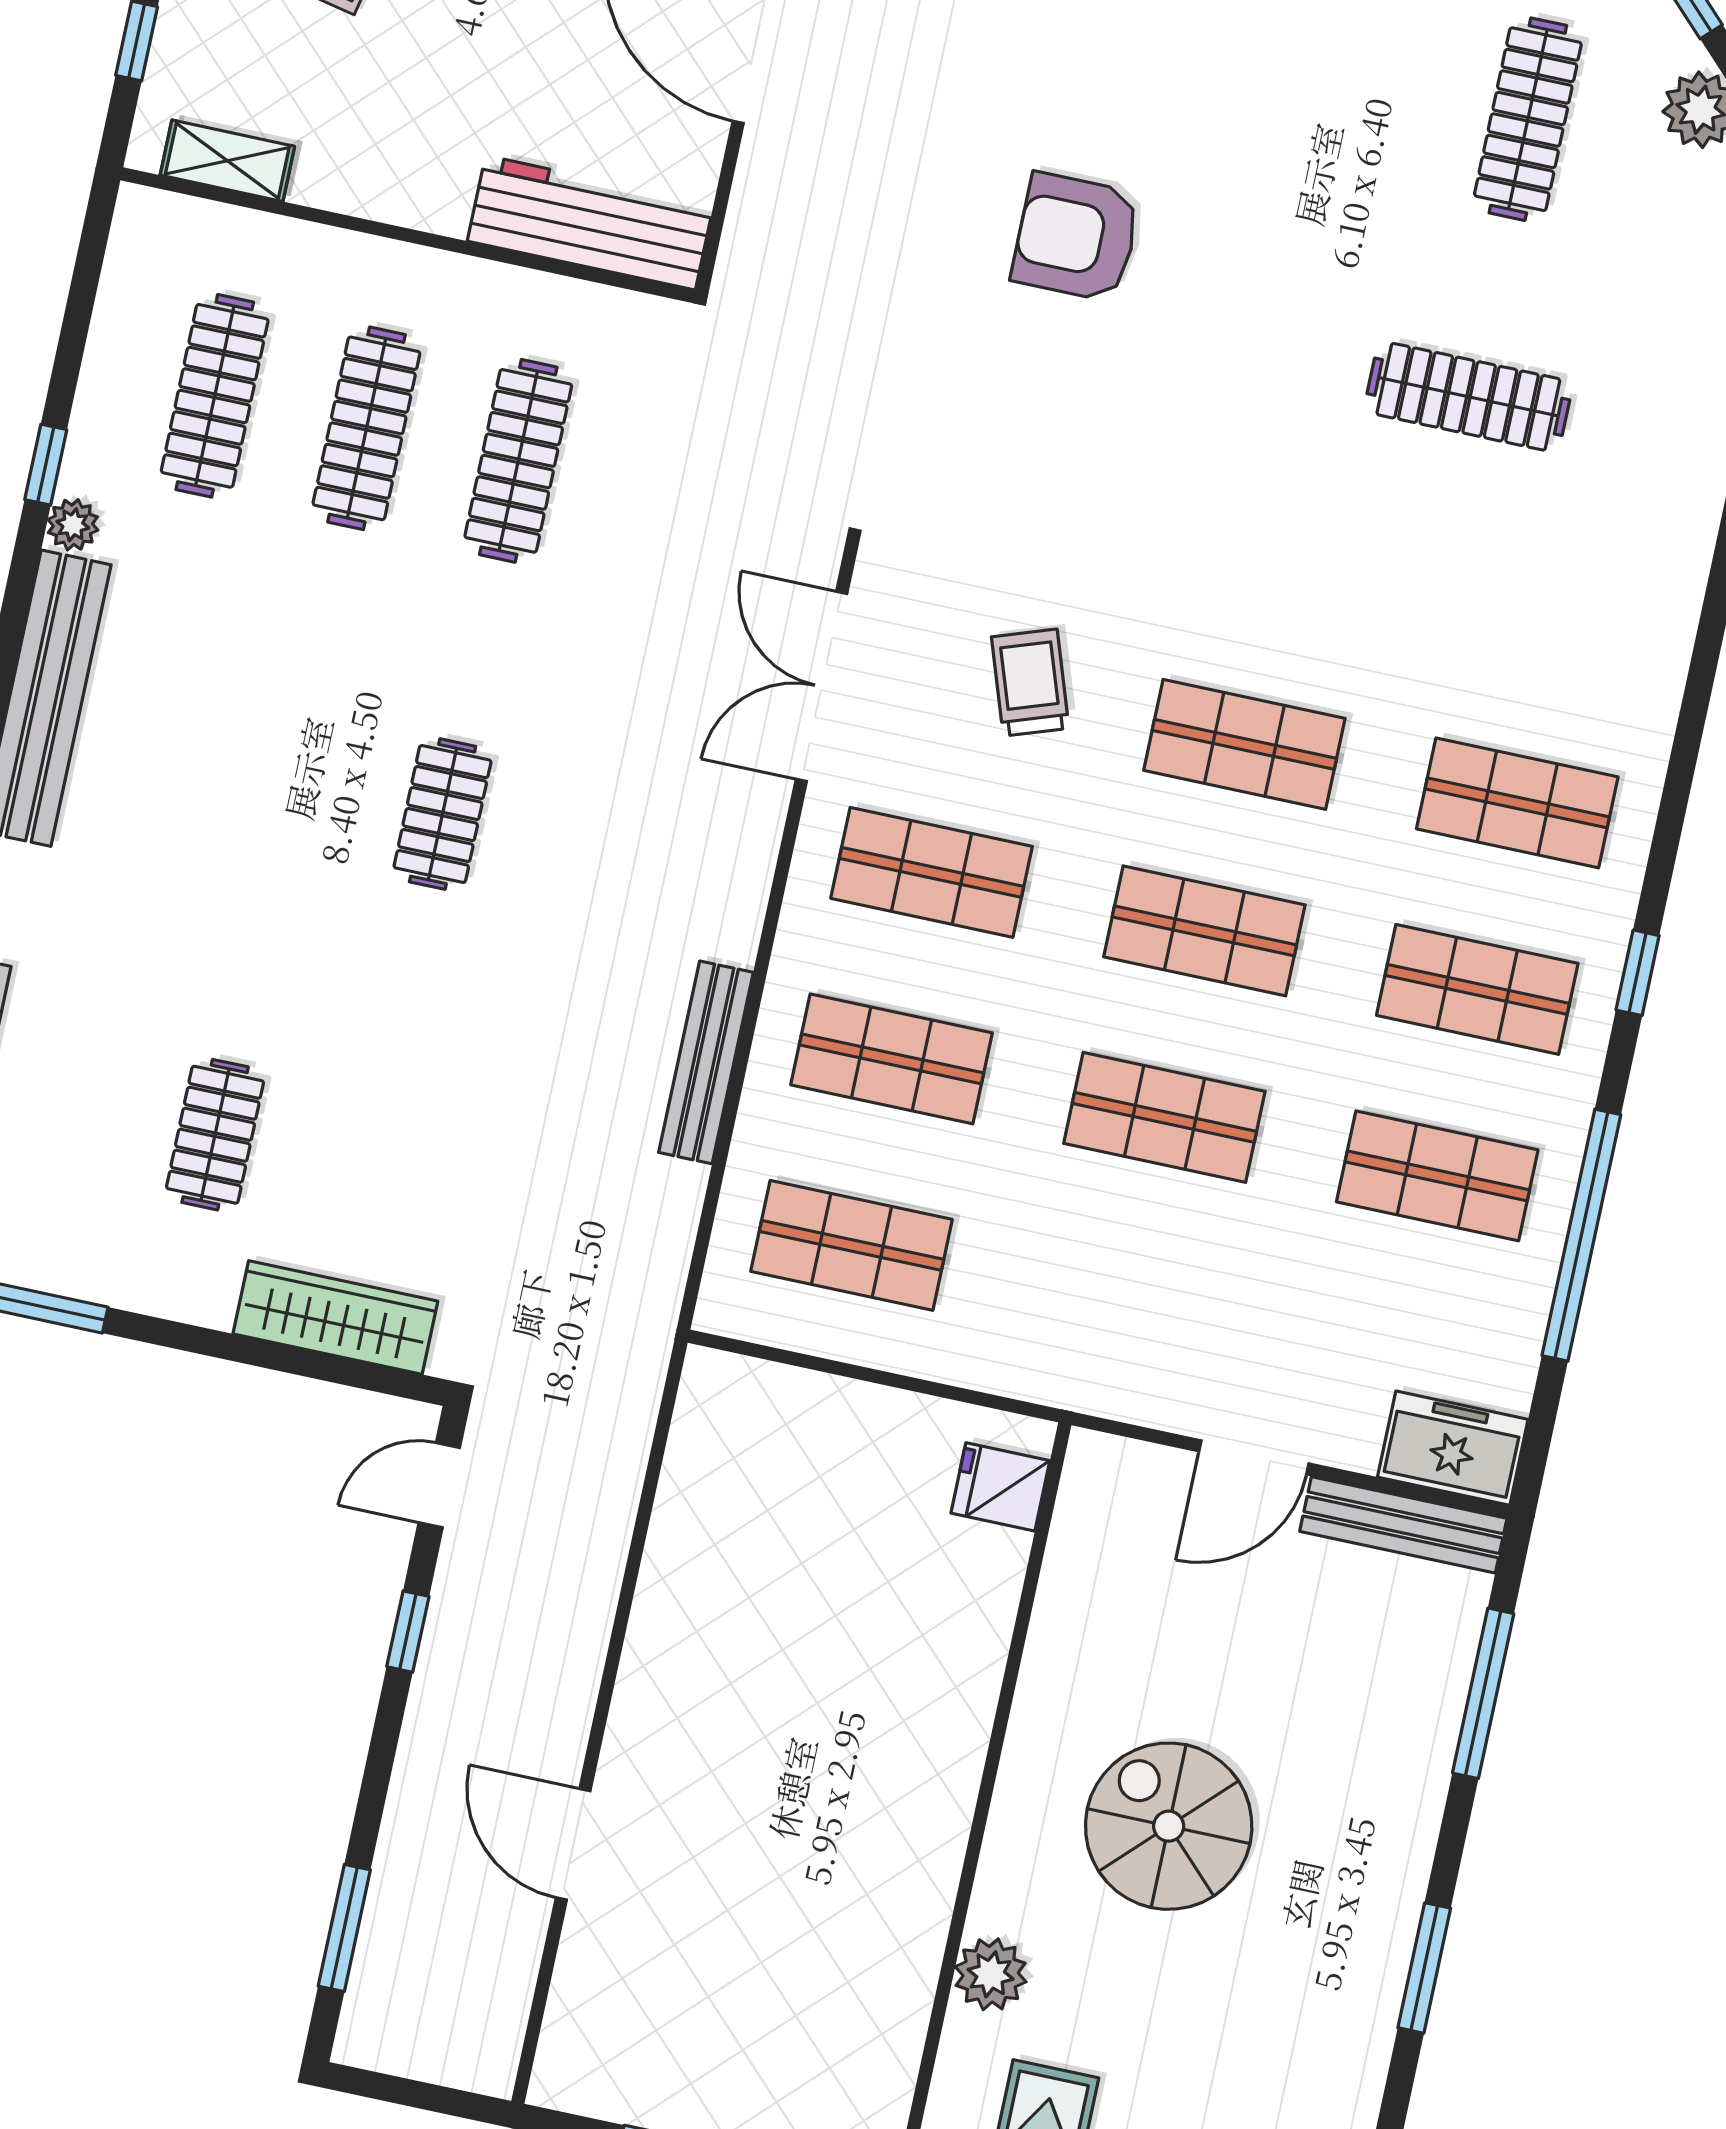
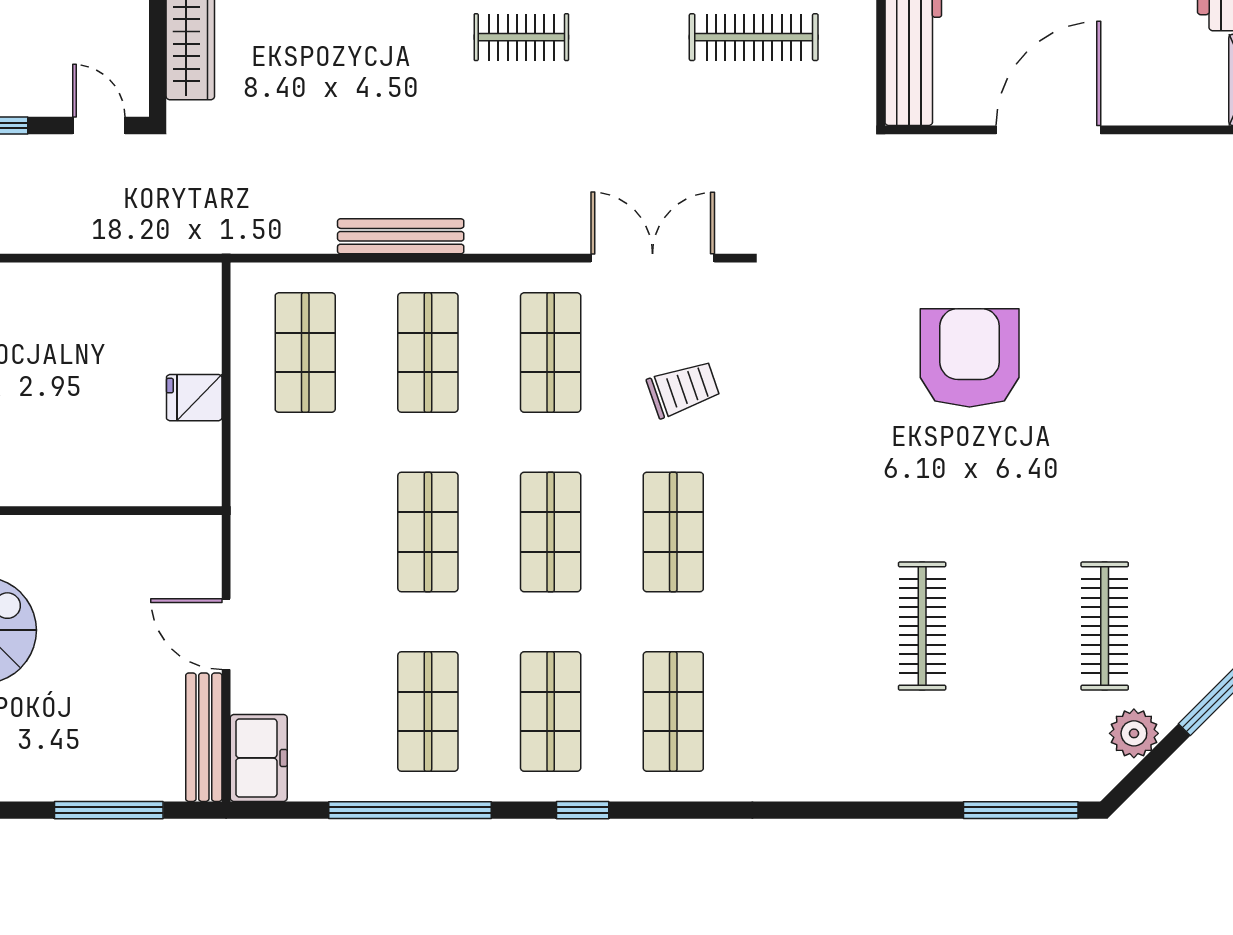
clothes rail: (1528, 119) -> (1105, 626), turned 90
armchair: (1076, 237) -> (970, 358), width x1.36, depth x1.36
fridge: (1000, 1487) -> (194, 398), moved, turned -90

